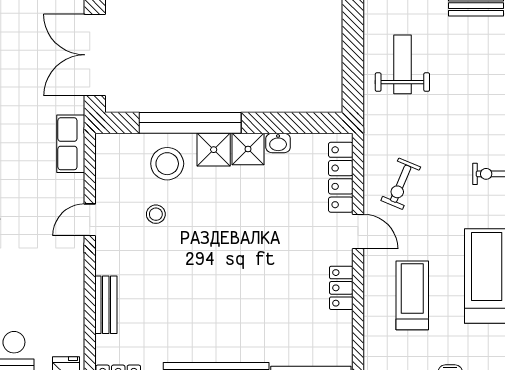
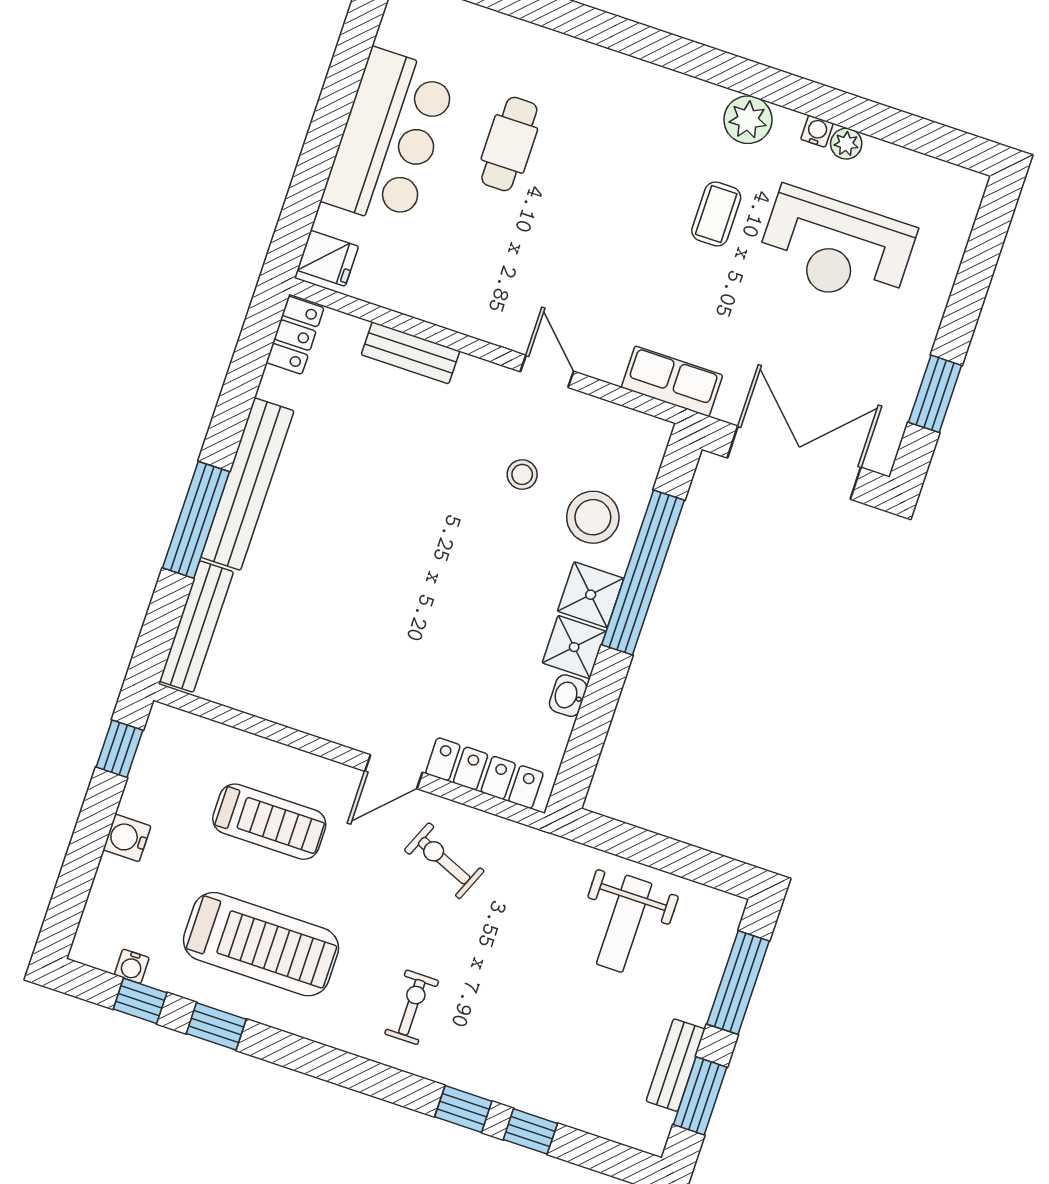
weight bench: (402, 64) -> (624, 924), turned 90
locker: (341, 288) -> (317, 718), removed

